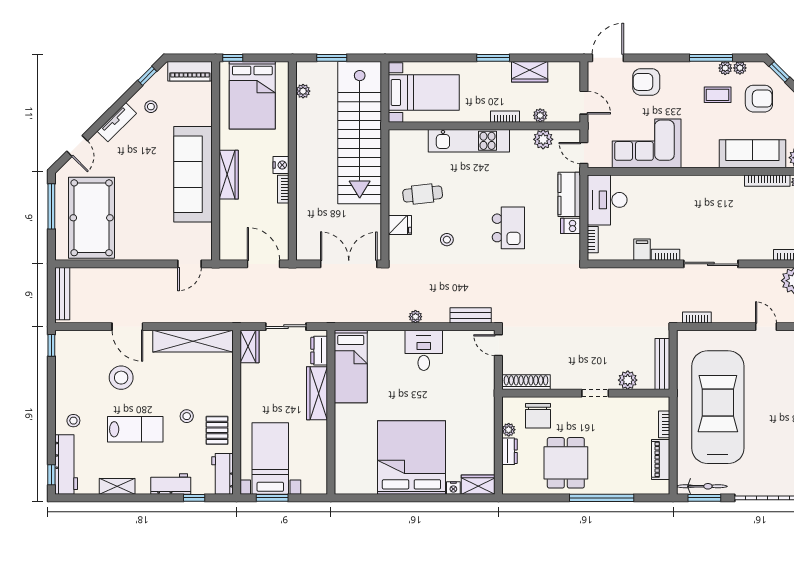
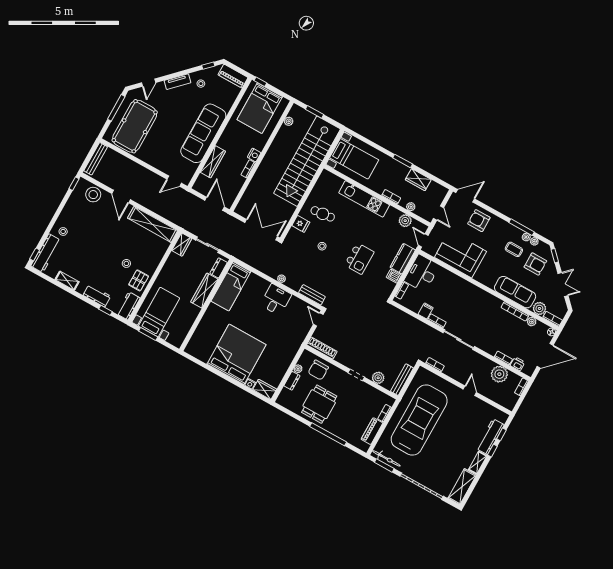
wardrobe: (229, 175) -> (213, 162), moved
stool: (121, 378) -> (93, 195), moved
lab bench: (135, 429) -> (94, 255), removed

